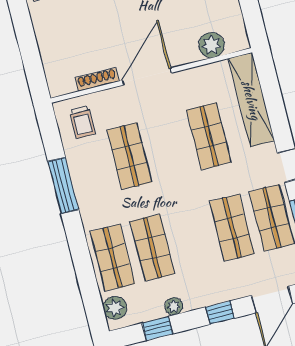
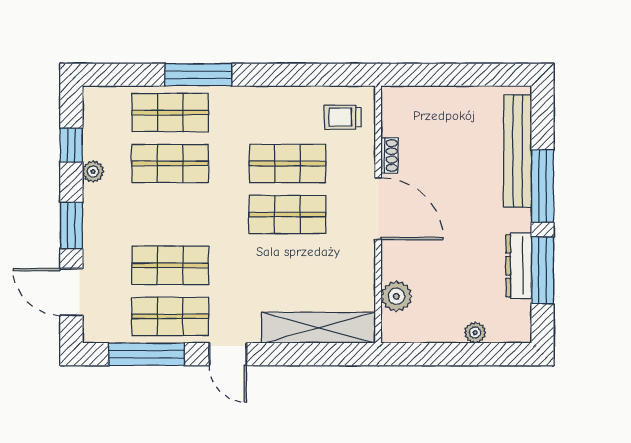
shoe rack: (97, 80) -> (390, 155), width x0.70
shop shelf: (209, 136) -> (287, 214), moved
window: (63, 186) -> (198, 75), moved
plant: (115, 308) -> (109, 100), removed
window: (220, 313) -> (71, 226), width x1.50

